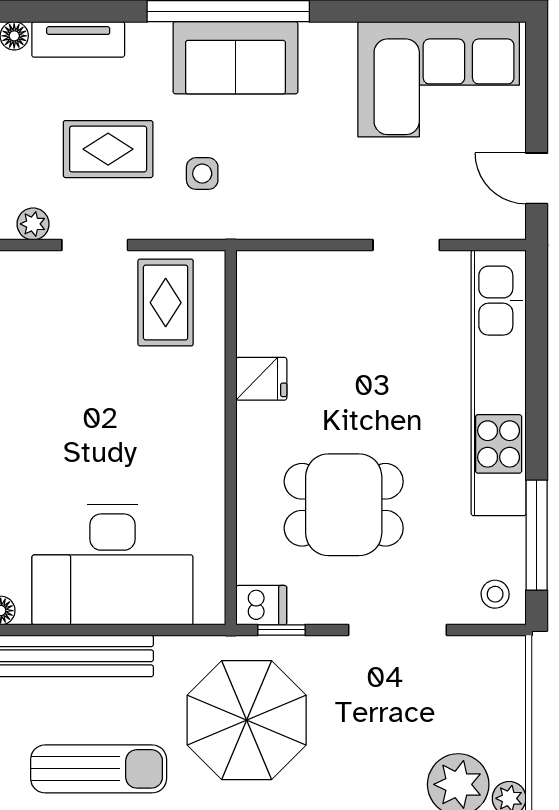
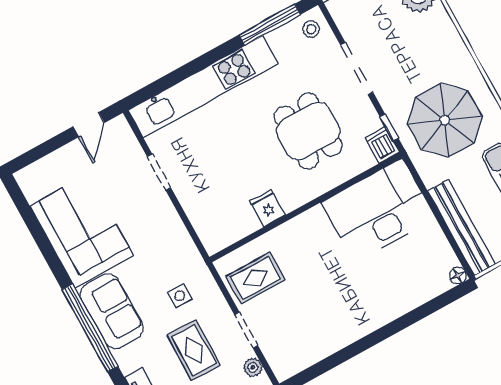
corner sofa: (439, 79) -> (82, 231), moved
desk: (112, 565) -> (378, 210), moved, turned -90

